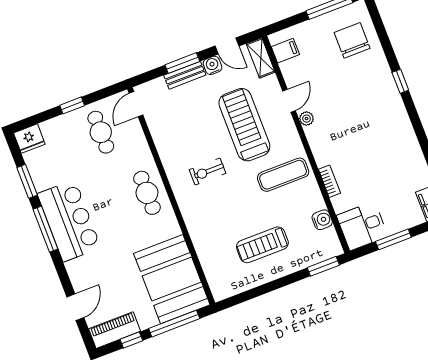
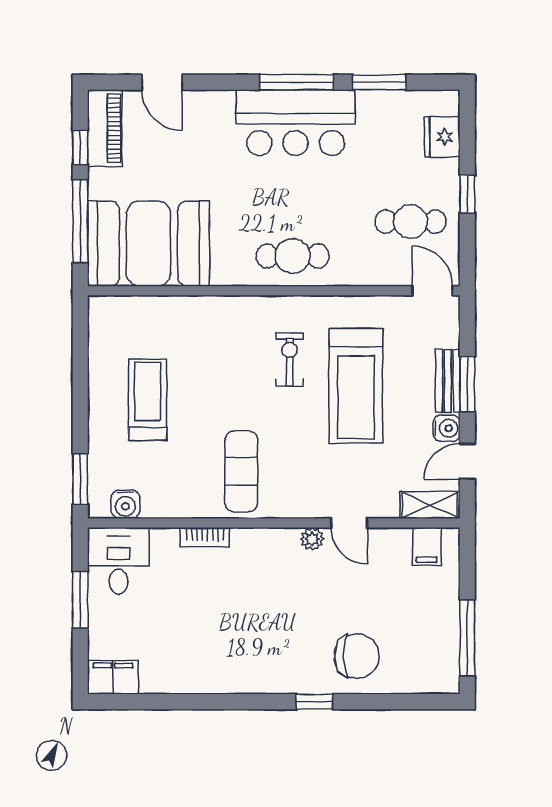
chair: (352, 40) -> (357, 656), moved
treadmill: (244, 125) -> (356, 386), moved, turned 90
fridge: (29, 139) -> (442, 137), moved
water cooler: (322, 220) -> (125, 504), moved

